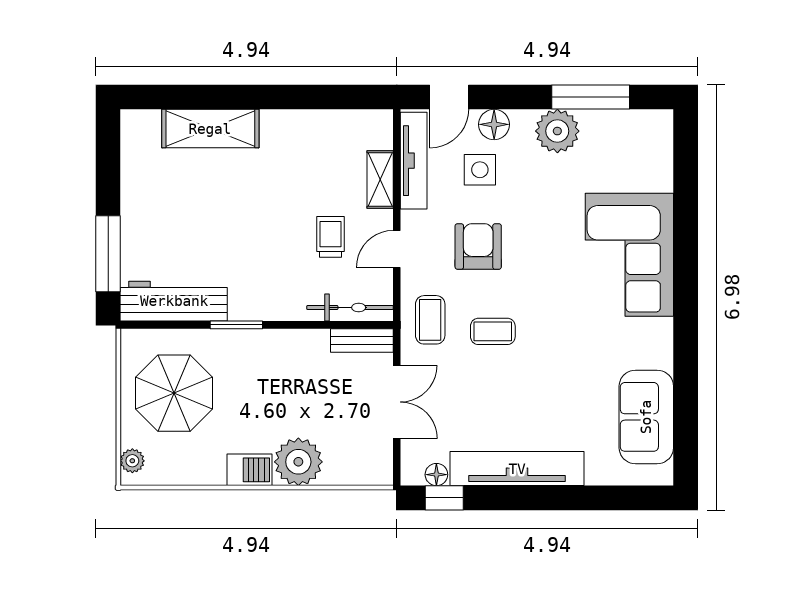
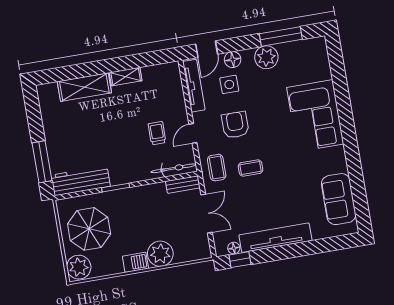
shelving: (380, 180) -> (126, 77), moved, turned 90
plant: (132, 461) -> (79, 267), width x1.87, depth x1.87

